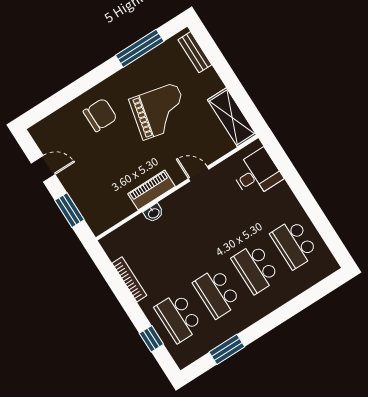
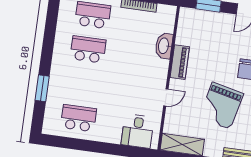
washbasin: (154, 213) -> (164, 46), width x1.91, depth x1.45
school desk: (255, 268) -> (83, 84), removed
window: (227, 349) -> (42, 88), moved

